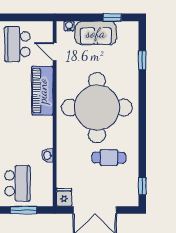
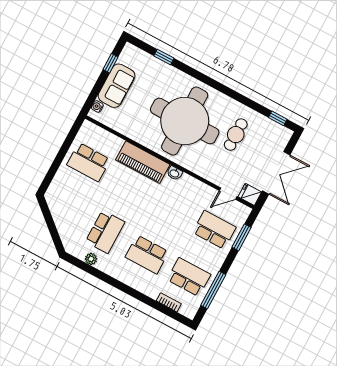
door: (55, 52) -> (228, 194), moved
washbasin: (48, 155) -> (174, 173), moved

